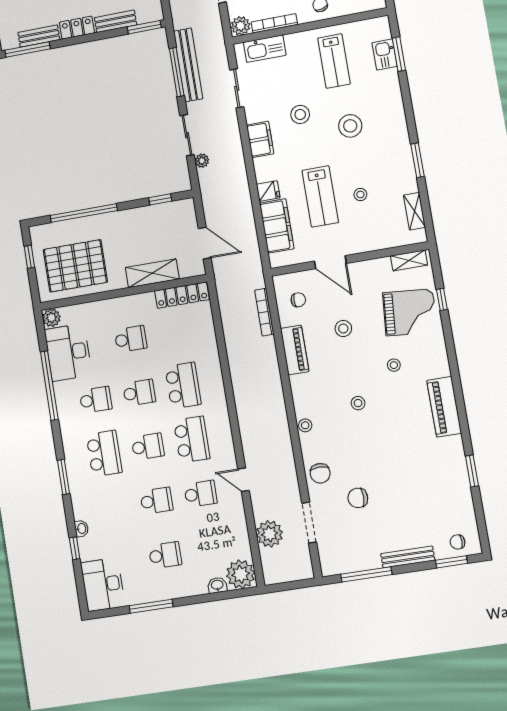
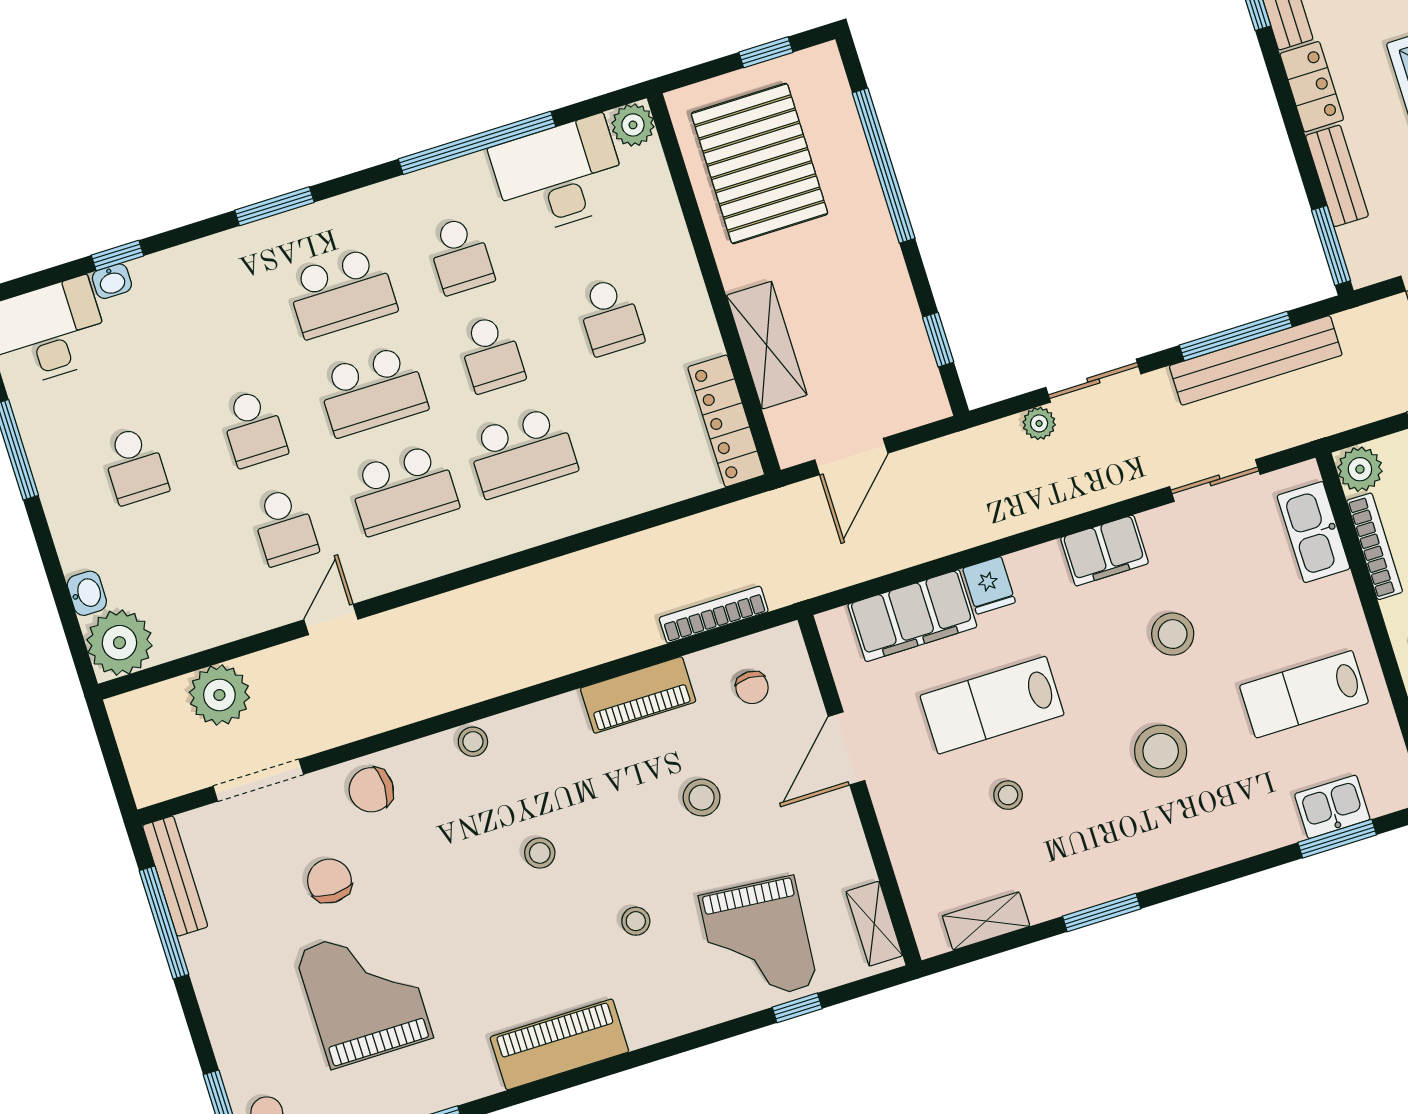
school desk: (148, 446) -> (372, 391), width x1.85
grand piano: (410, 490) -> (364, 995), added
washbasin: (81, 529) -> (112, 281), moved
bench: (408, 557) -> (175, 876), moved

